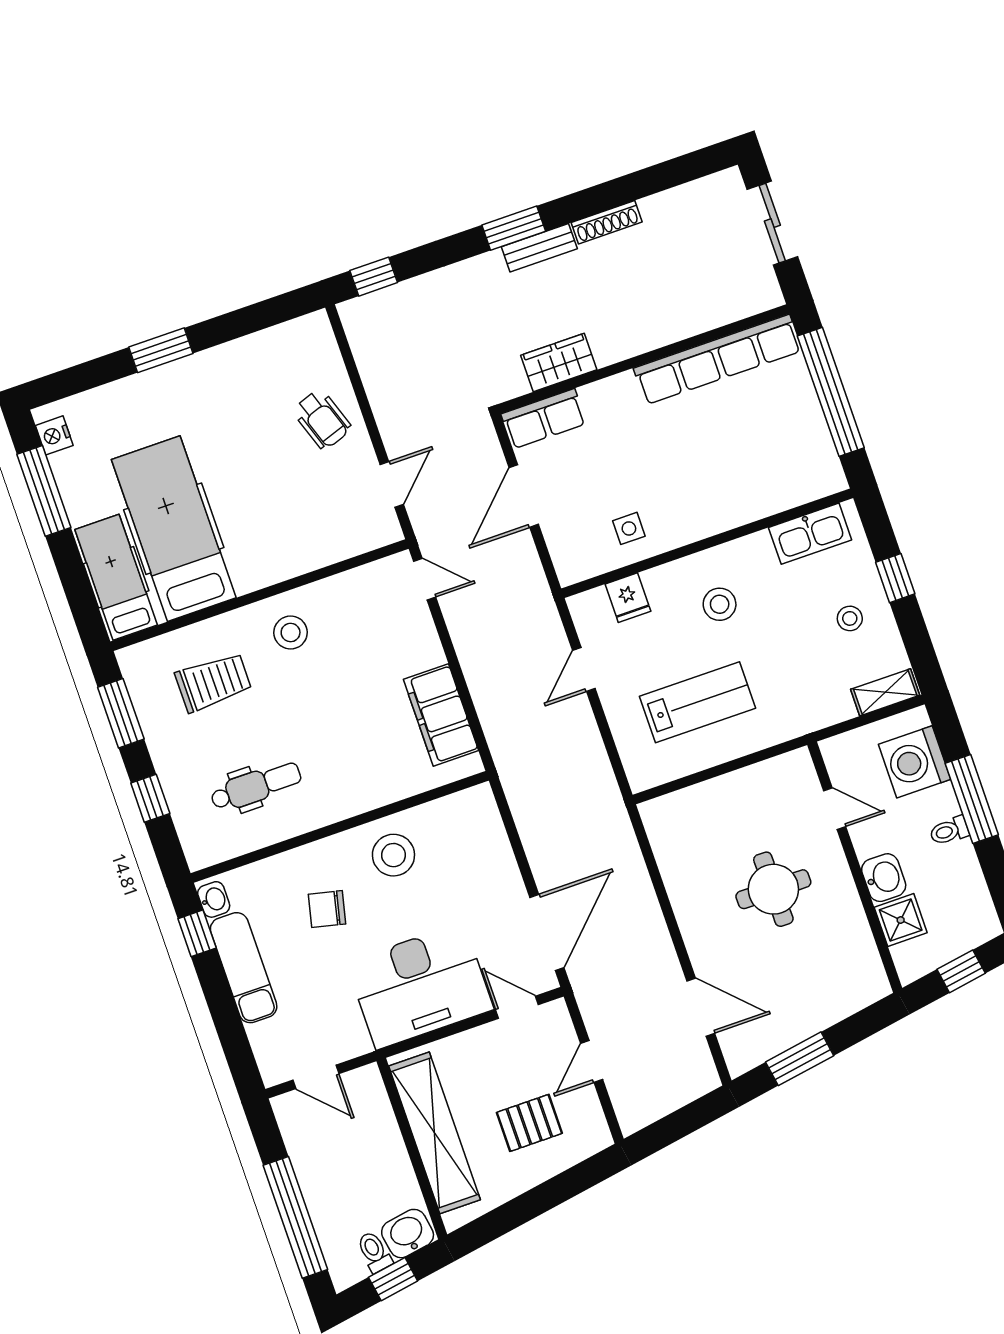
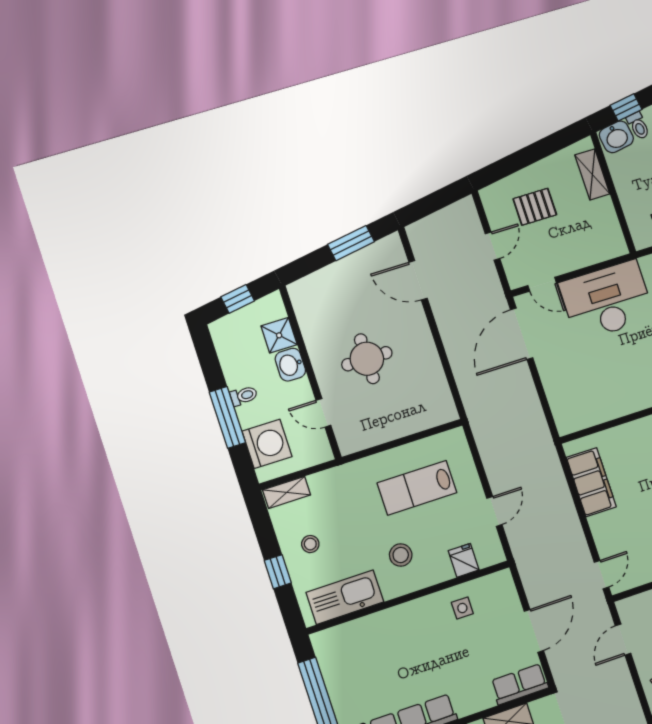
kitchen sink: (810, 534) -> (345, 597), width x1.36, depth x1.24
door: (425, 579) -> (601, 575), swing flipped
stool: (393, 855) -> (624, 388), removed
shelving: (435, 1133) -> (592, 174), width x0.45, depth x0.75

